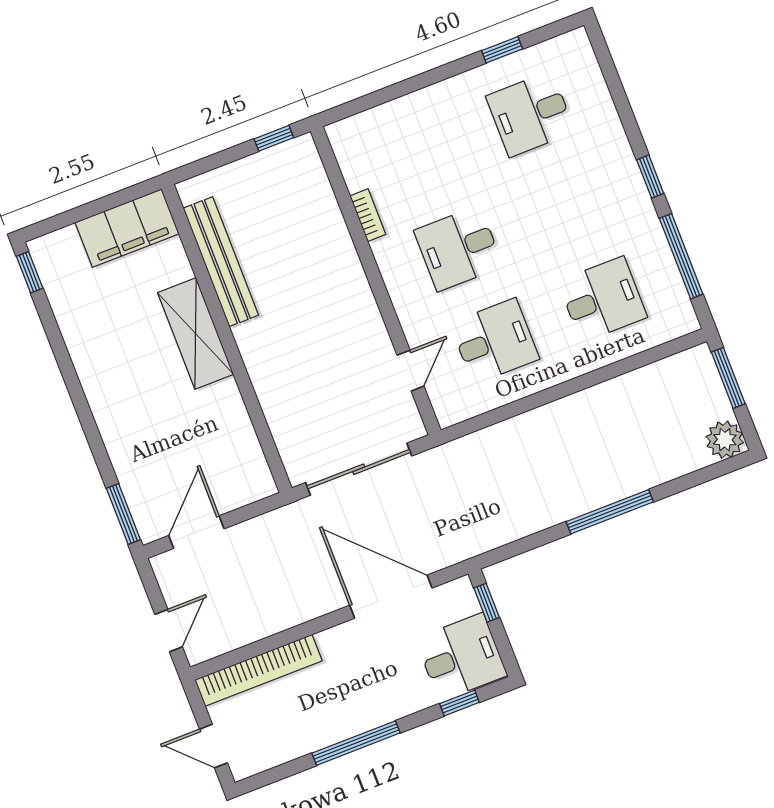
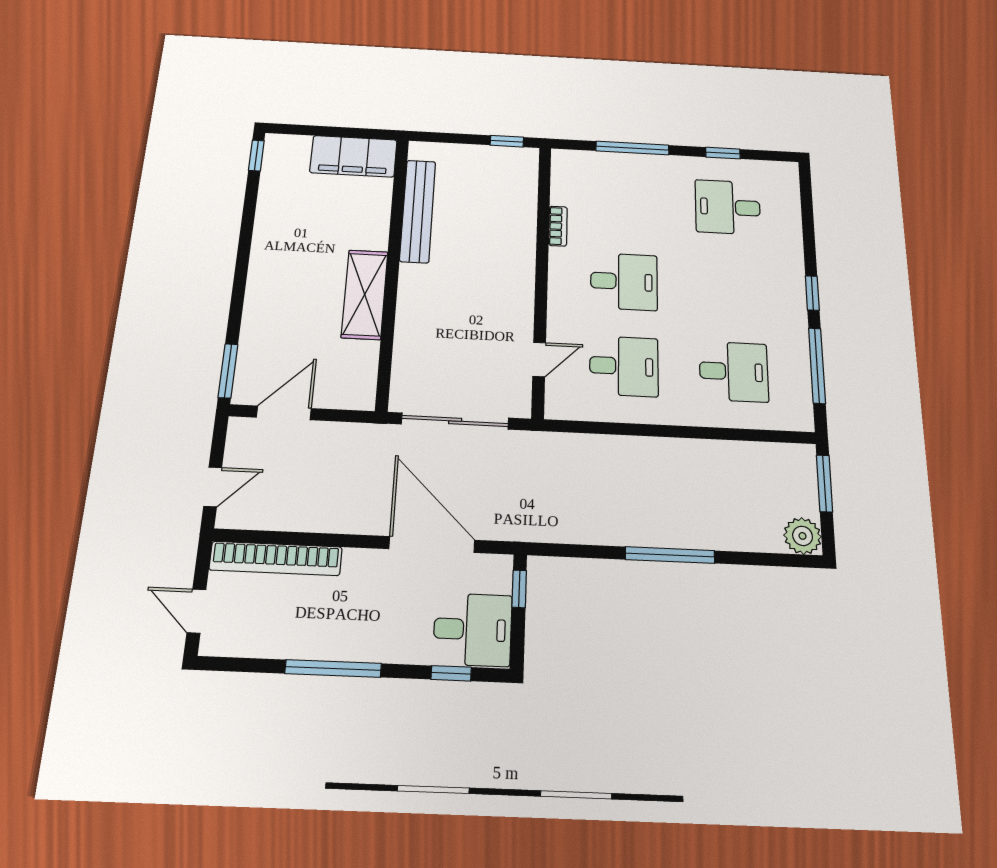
window: (406, 87) -> (632, 148), added
desk: (459, 248) -> (624, 282), turned 180
shelving: (196, 333) -> (365, 294), moved

